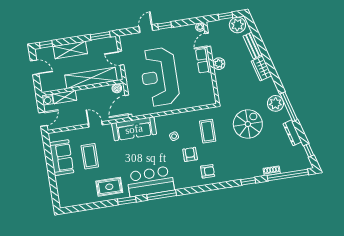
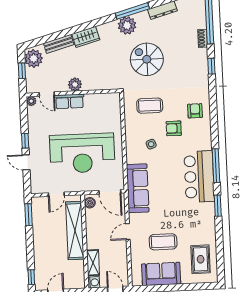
shelving: (70, 50) -> (41, 250), removed
rug: (109, 187) -> (201, 259), moved

